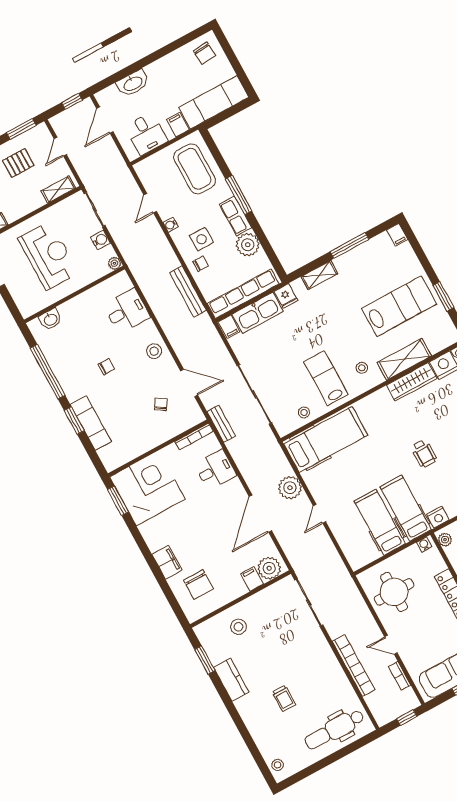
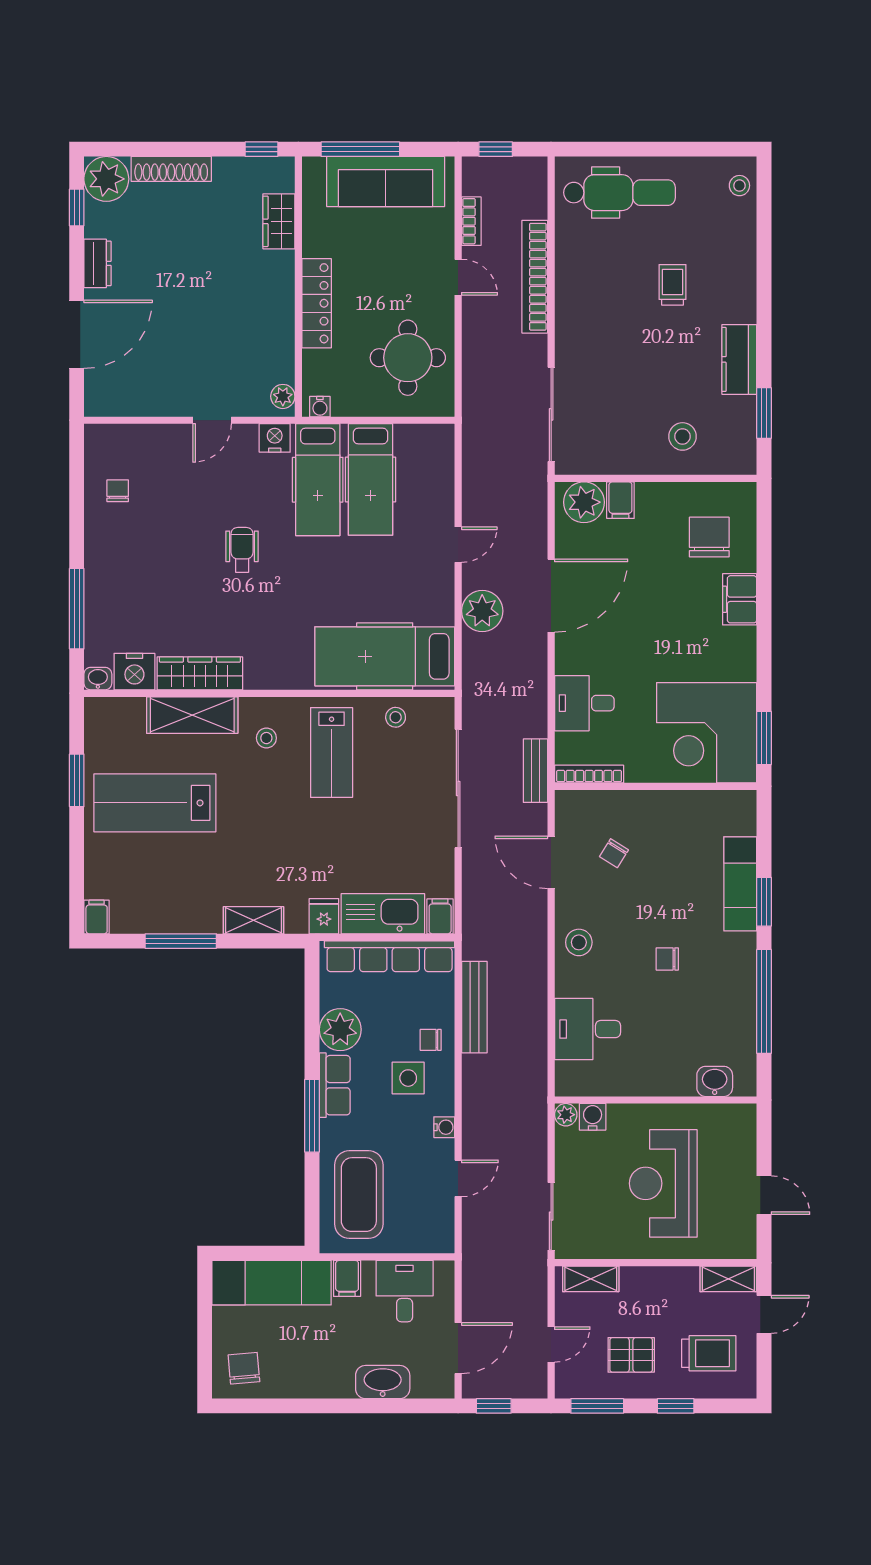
water cooler: (100, 240) -> (593, 1117), moved, turned 90

